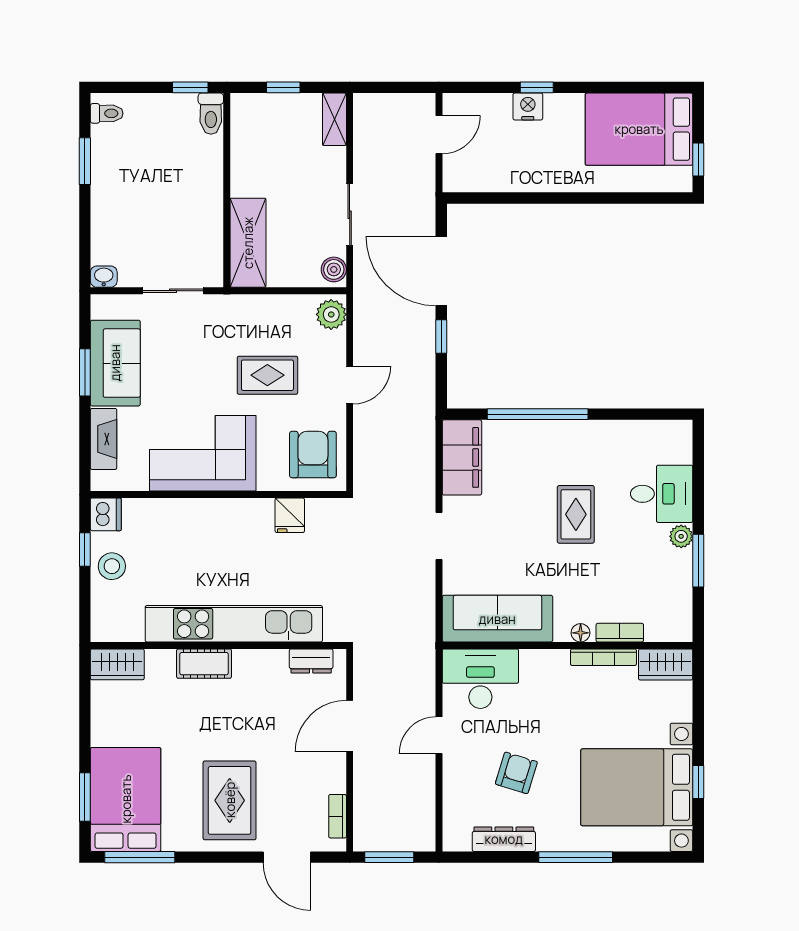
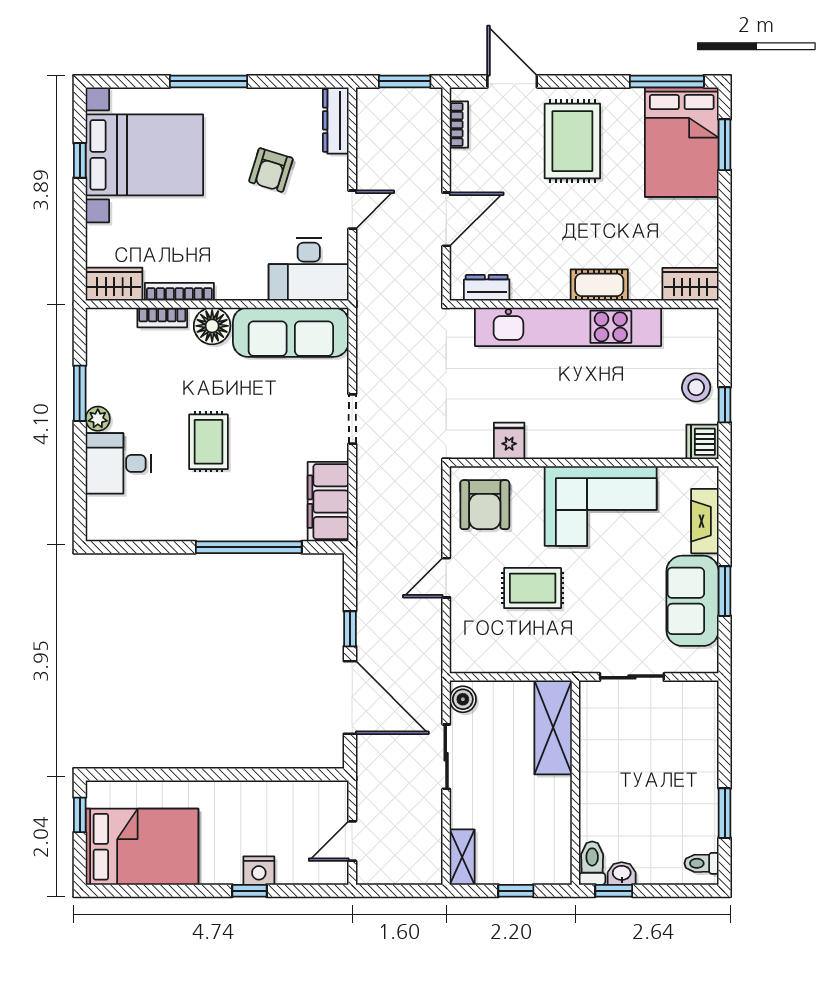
washbasin: (104, 277) -> (622, 874), moved, turned 180
plant: (331, 314) -> (466, 652), removed
floor lamp: (581, 633) -> (212, 326), width x1.89, depth x1.89
dresser: (504, 839) -> (336, 120), moved, turned 90

